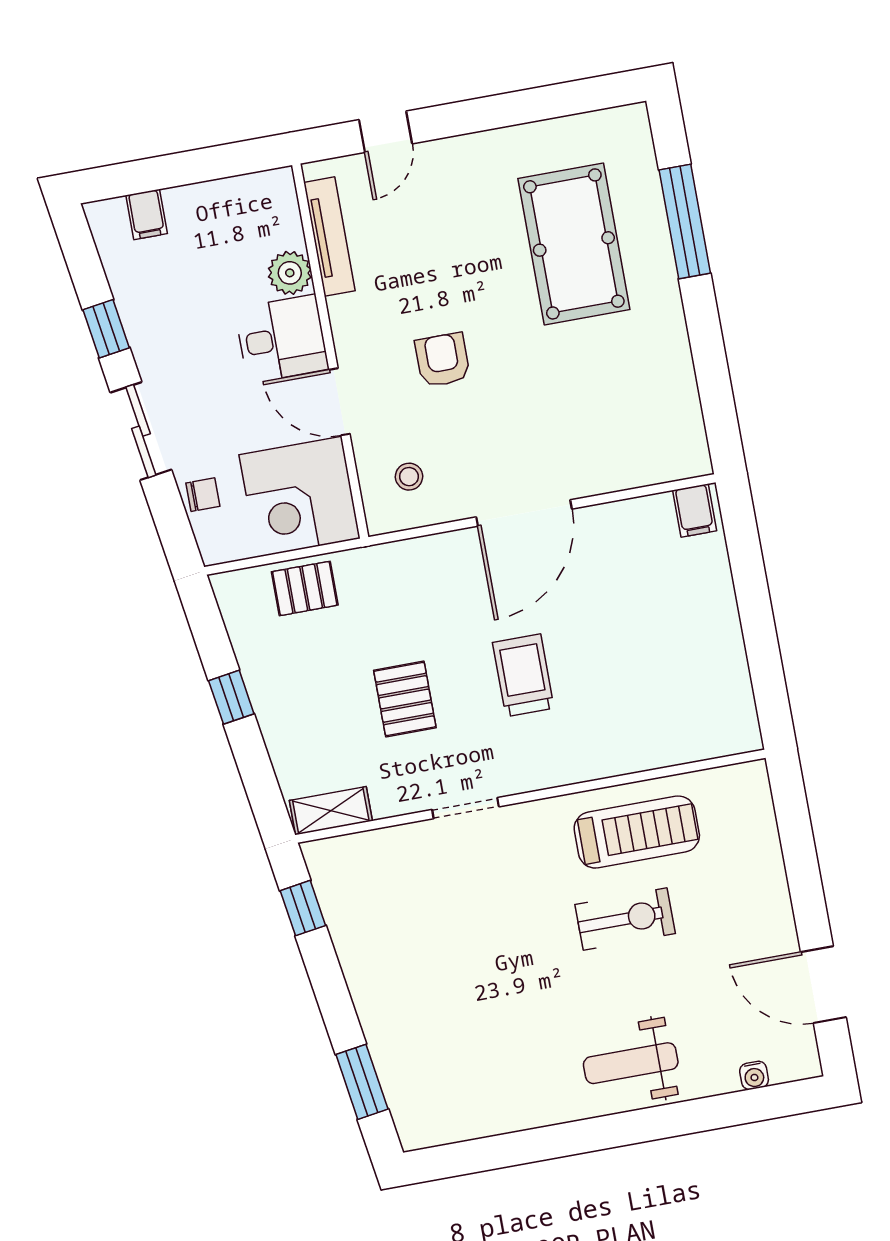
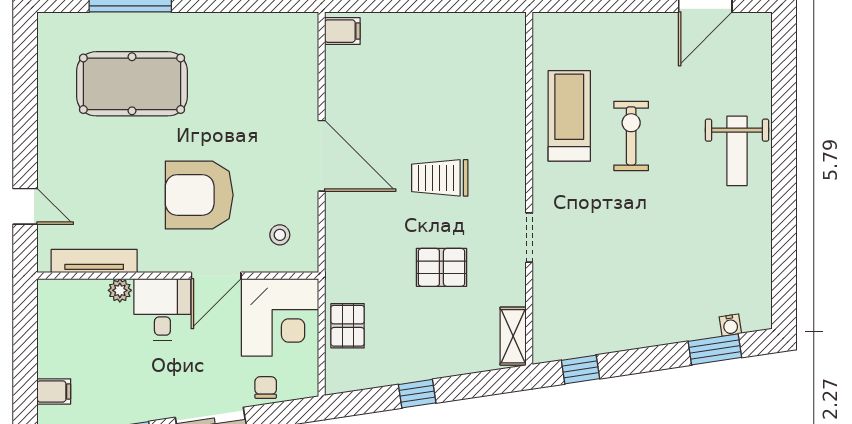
plant: (290, 273) -> (120, 290), width x0.73, depth x0.73
armchair: (442, 360) -> (199, 195), width x1.88, depth x1.88
water cooler: (754, 1075) -> (730, 325), moved, turned 82

